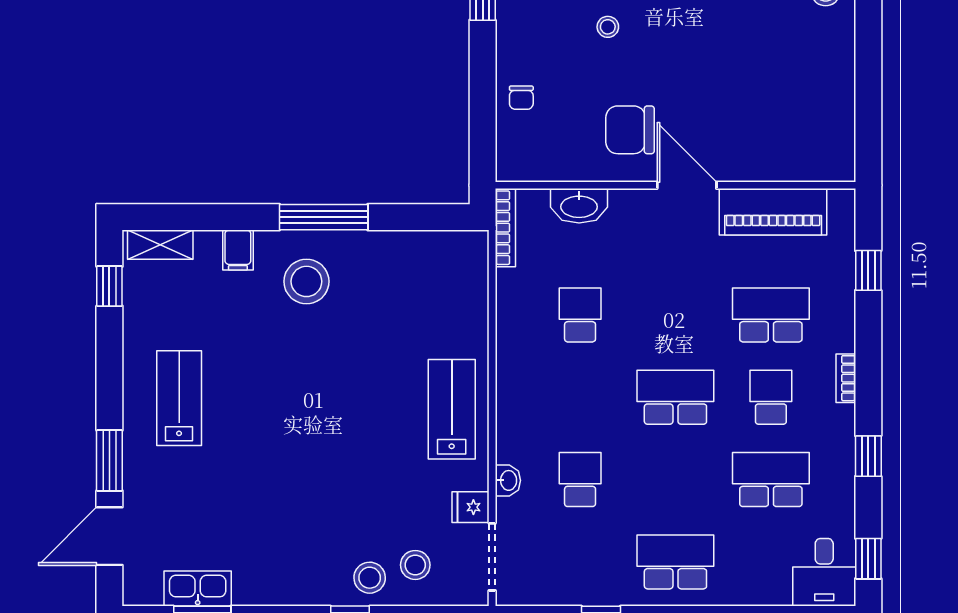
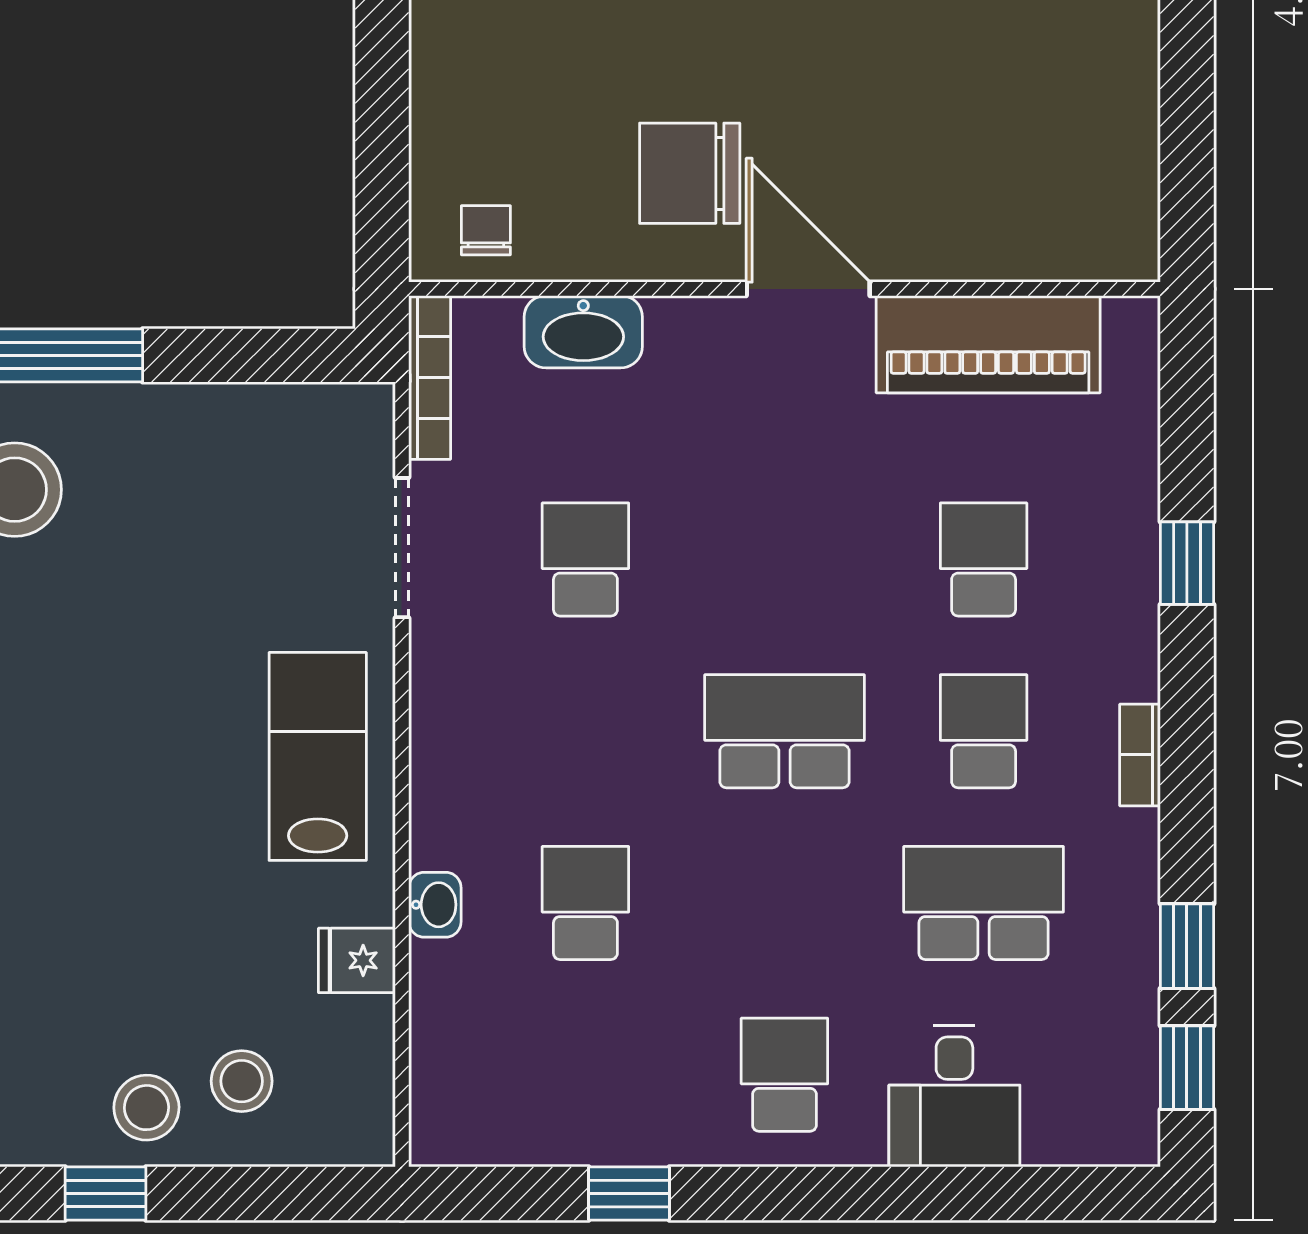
chair: (521, 98) -> (486, 230), moved, turned 180
window: (868, 270) -> (1187, 563), moved
school desk: (771, 315) -> (984, 560), width x0.54
bookcase: (846, 378) -> (1140, 755), moved
window: (868, 456) -> (1187, 946), moved
doorway: (492, 557) -> (402, 548), moved
school desk: (675, 562) -> (784, 1075), width x0.54
desk: (824, 572) -> (954, 1096), moved

